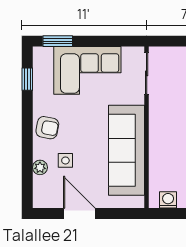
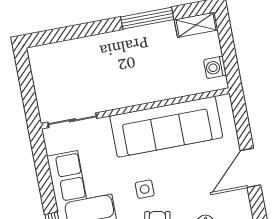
side table: (65, 160) -> (145, 189), moved

